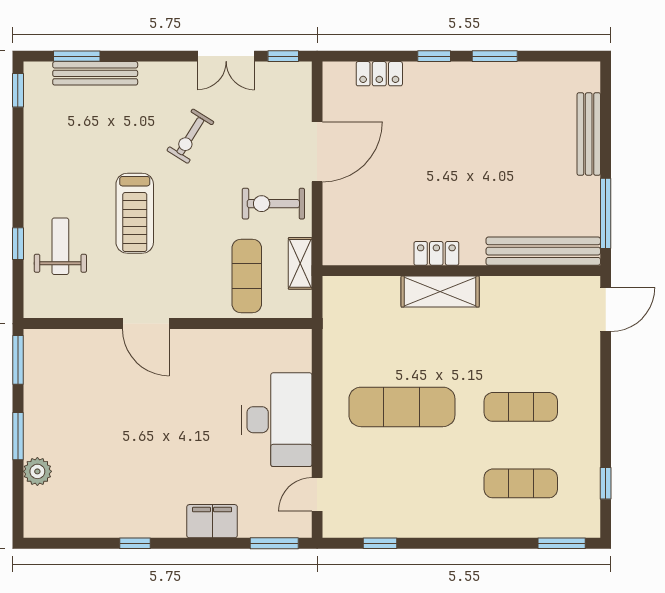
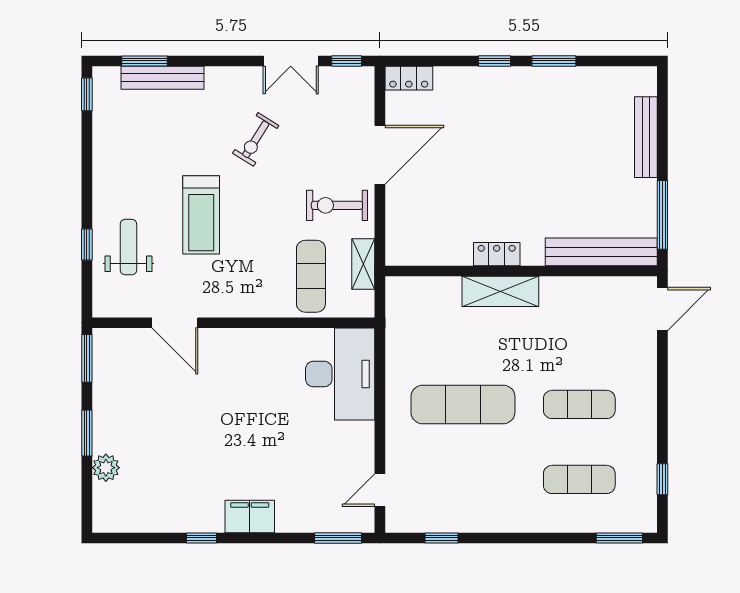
locker: (379, 74) -> (409, 78), moved
door: (146, 324) -> (175, 323), moved
desk: (277, 420) -> (340, 374), moved
filing cabinet: (212, 521) -> (250, 516), moved

